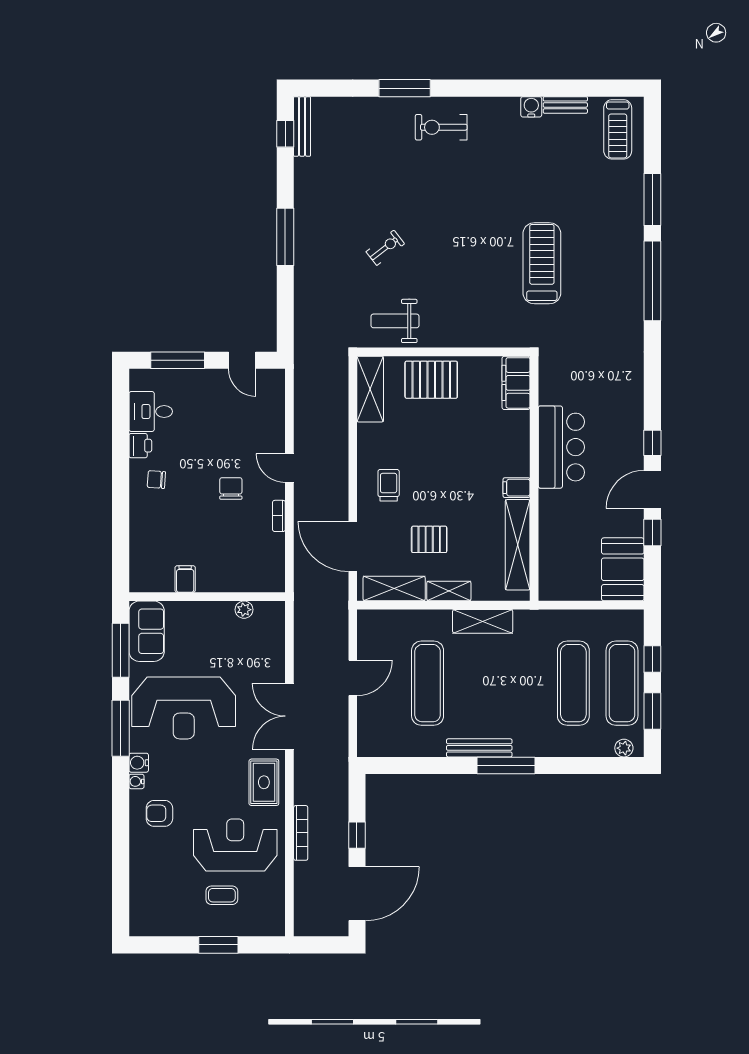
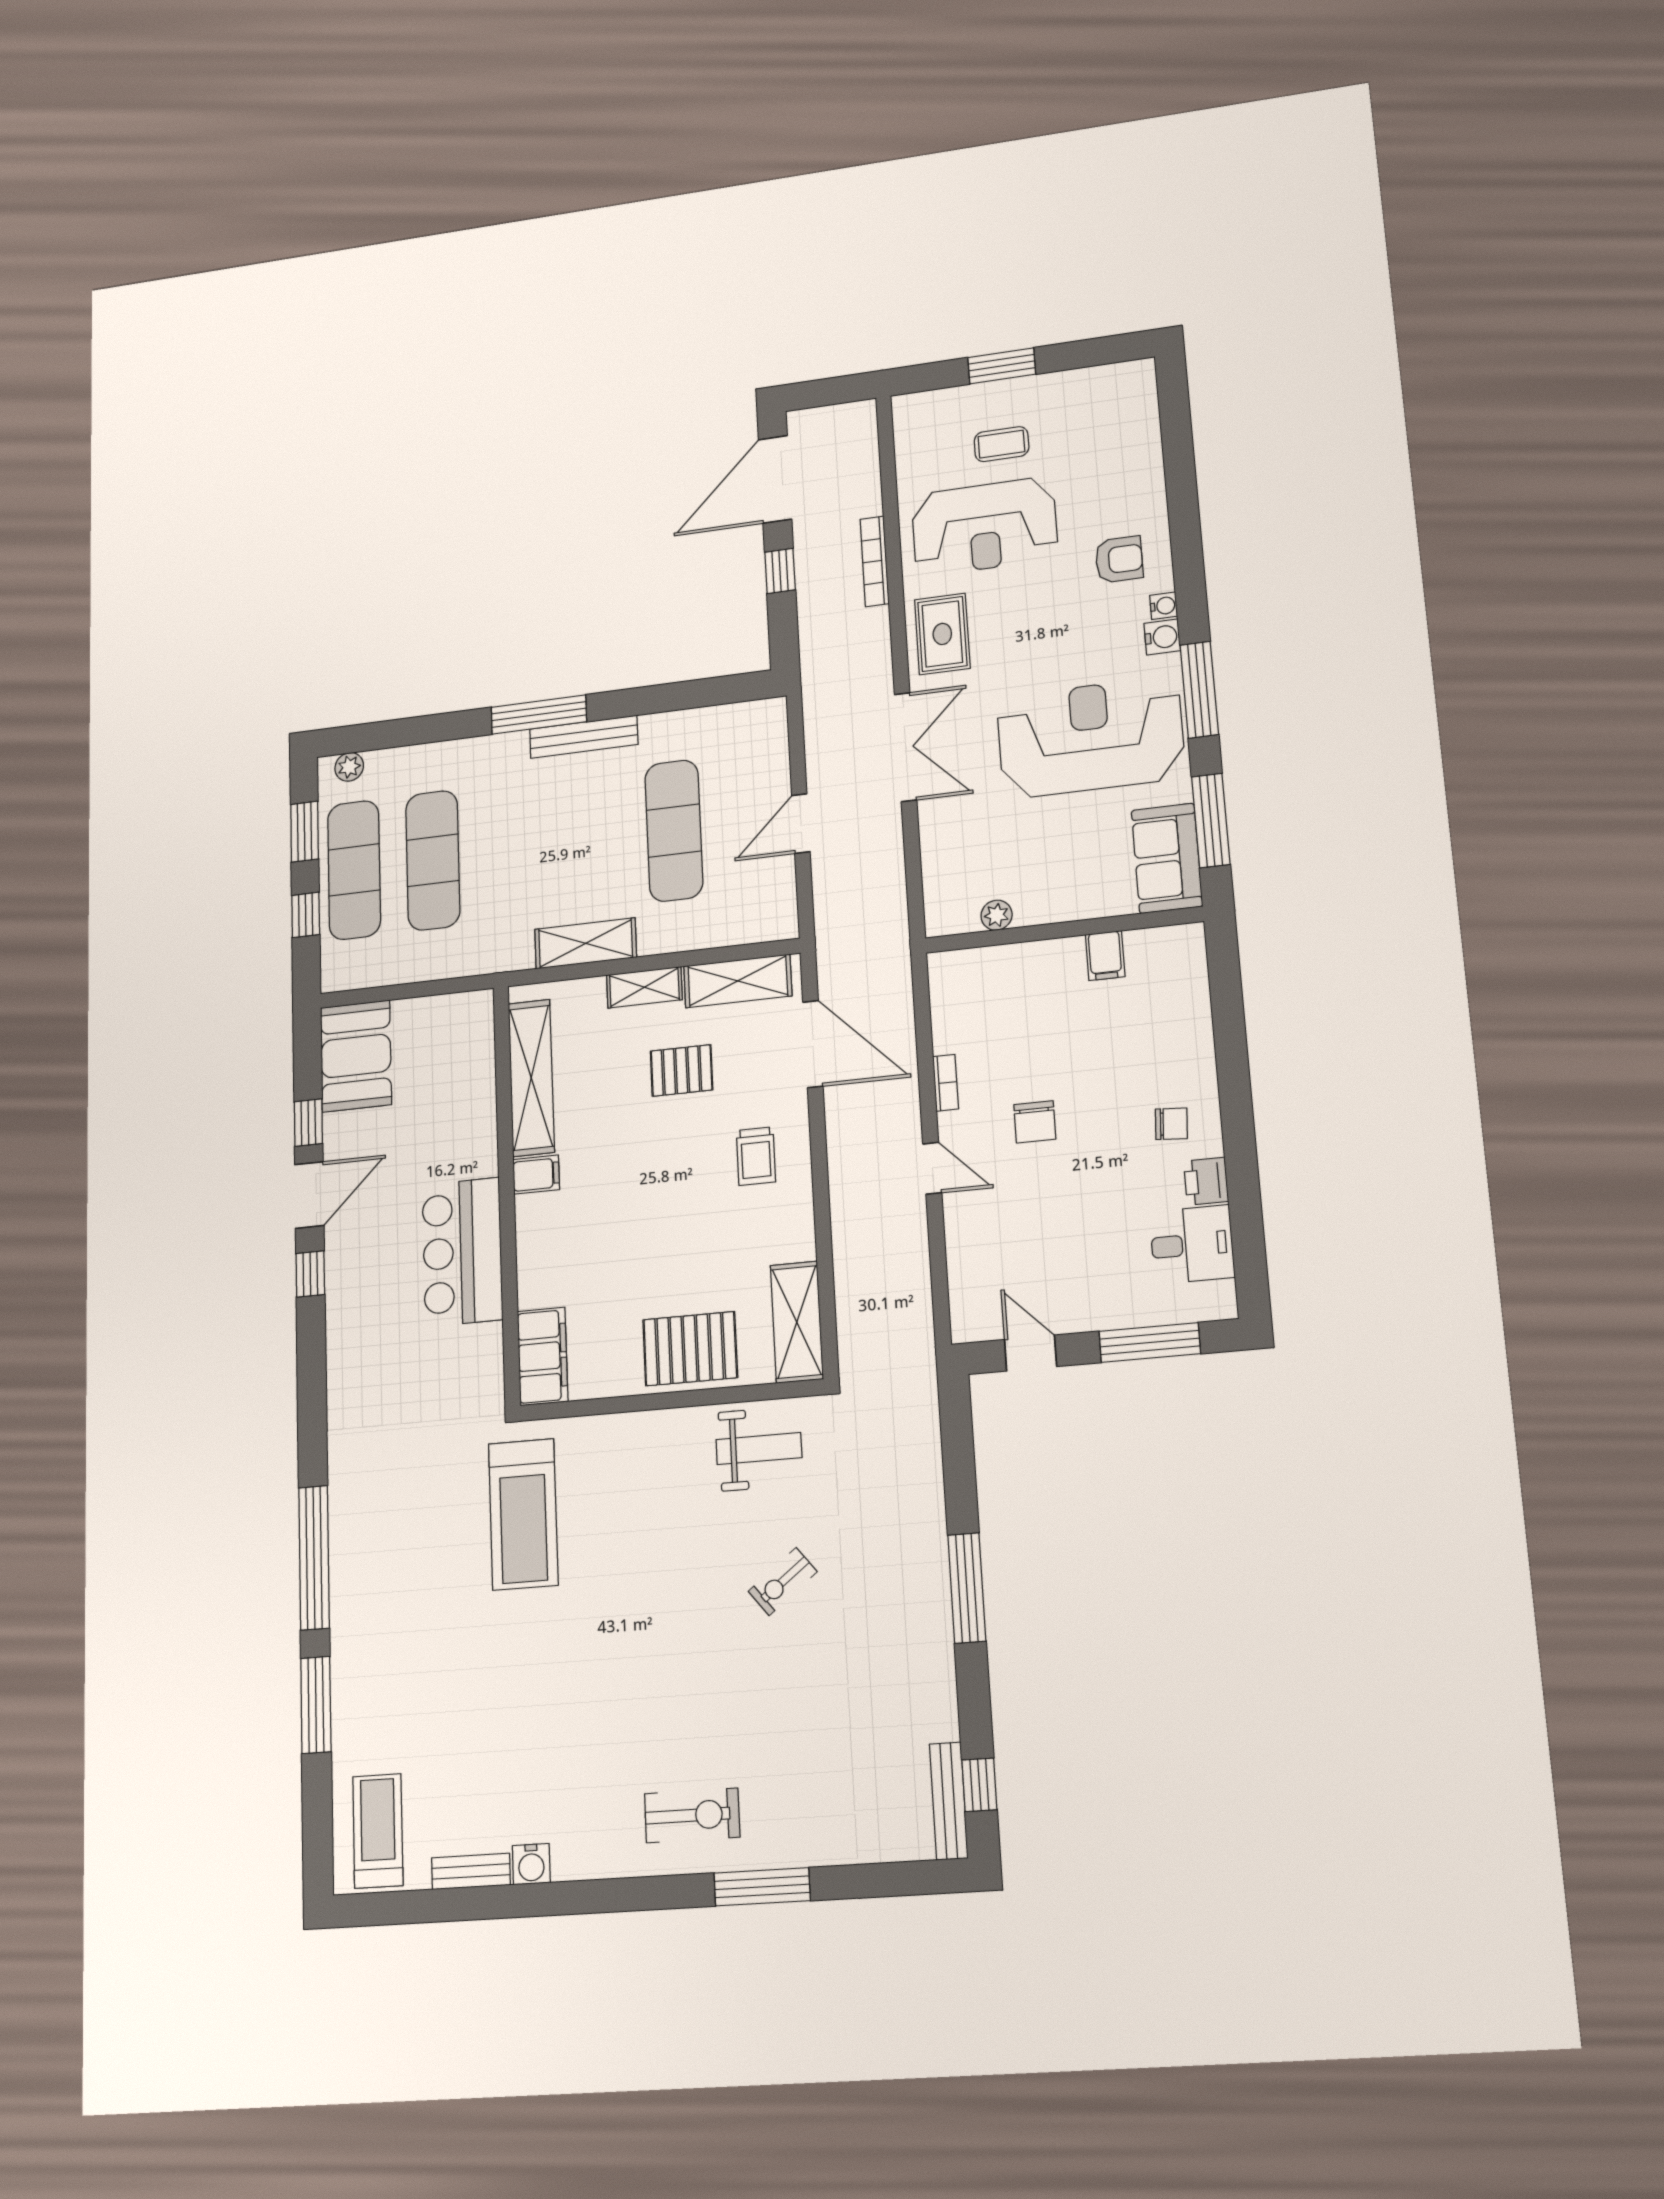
treadmill: (542, 263) -> (523, 1514), moved

